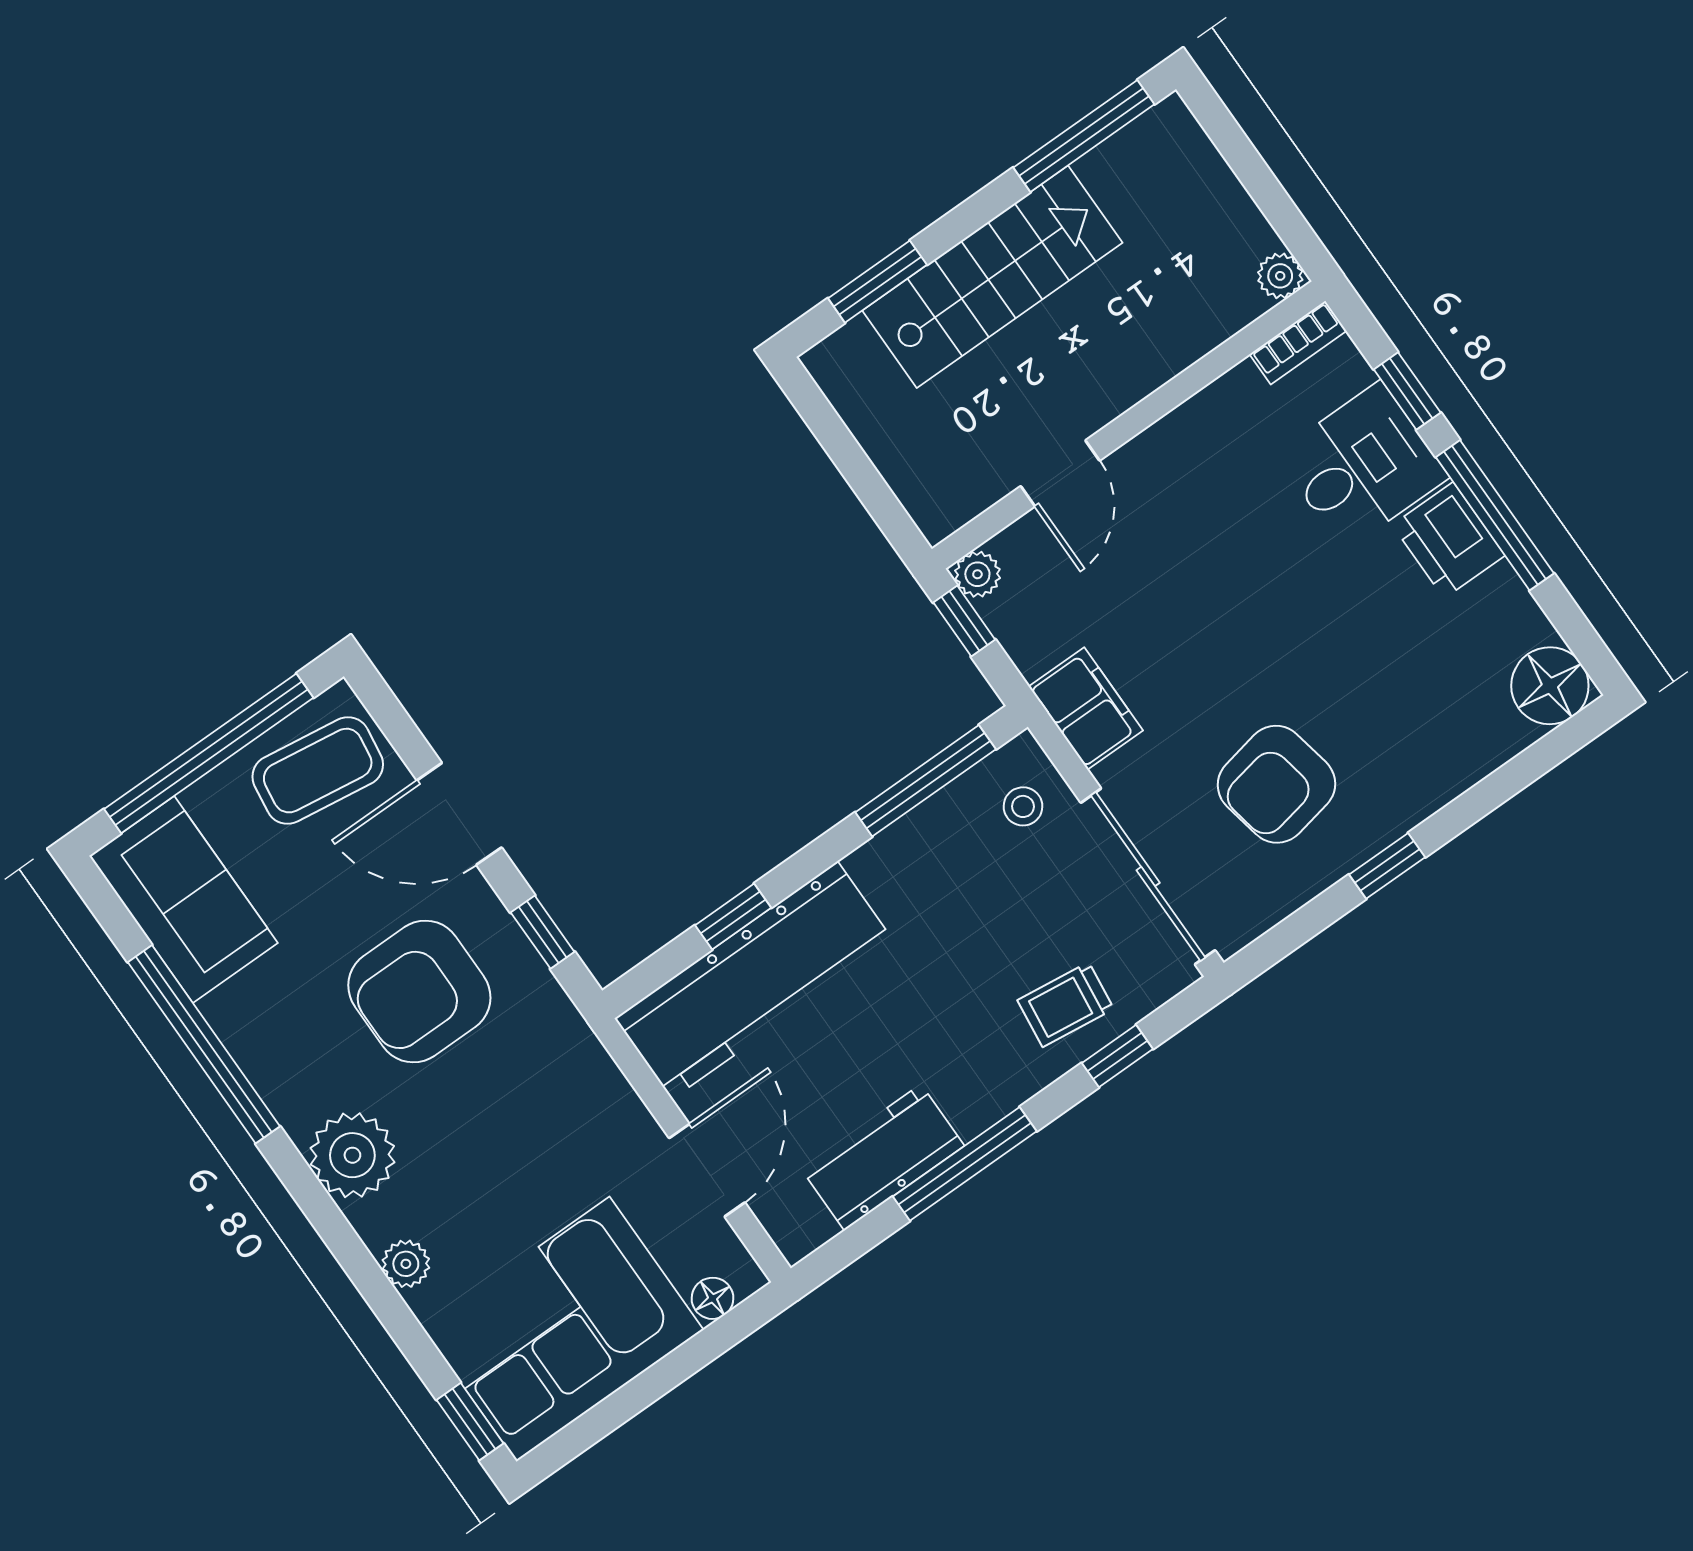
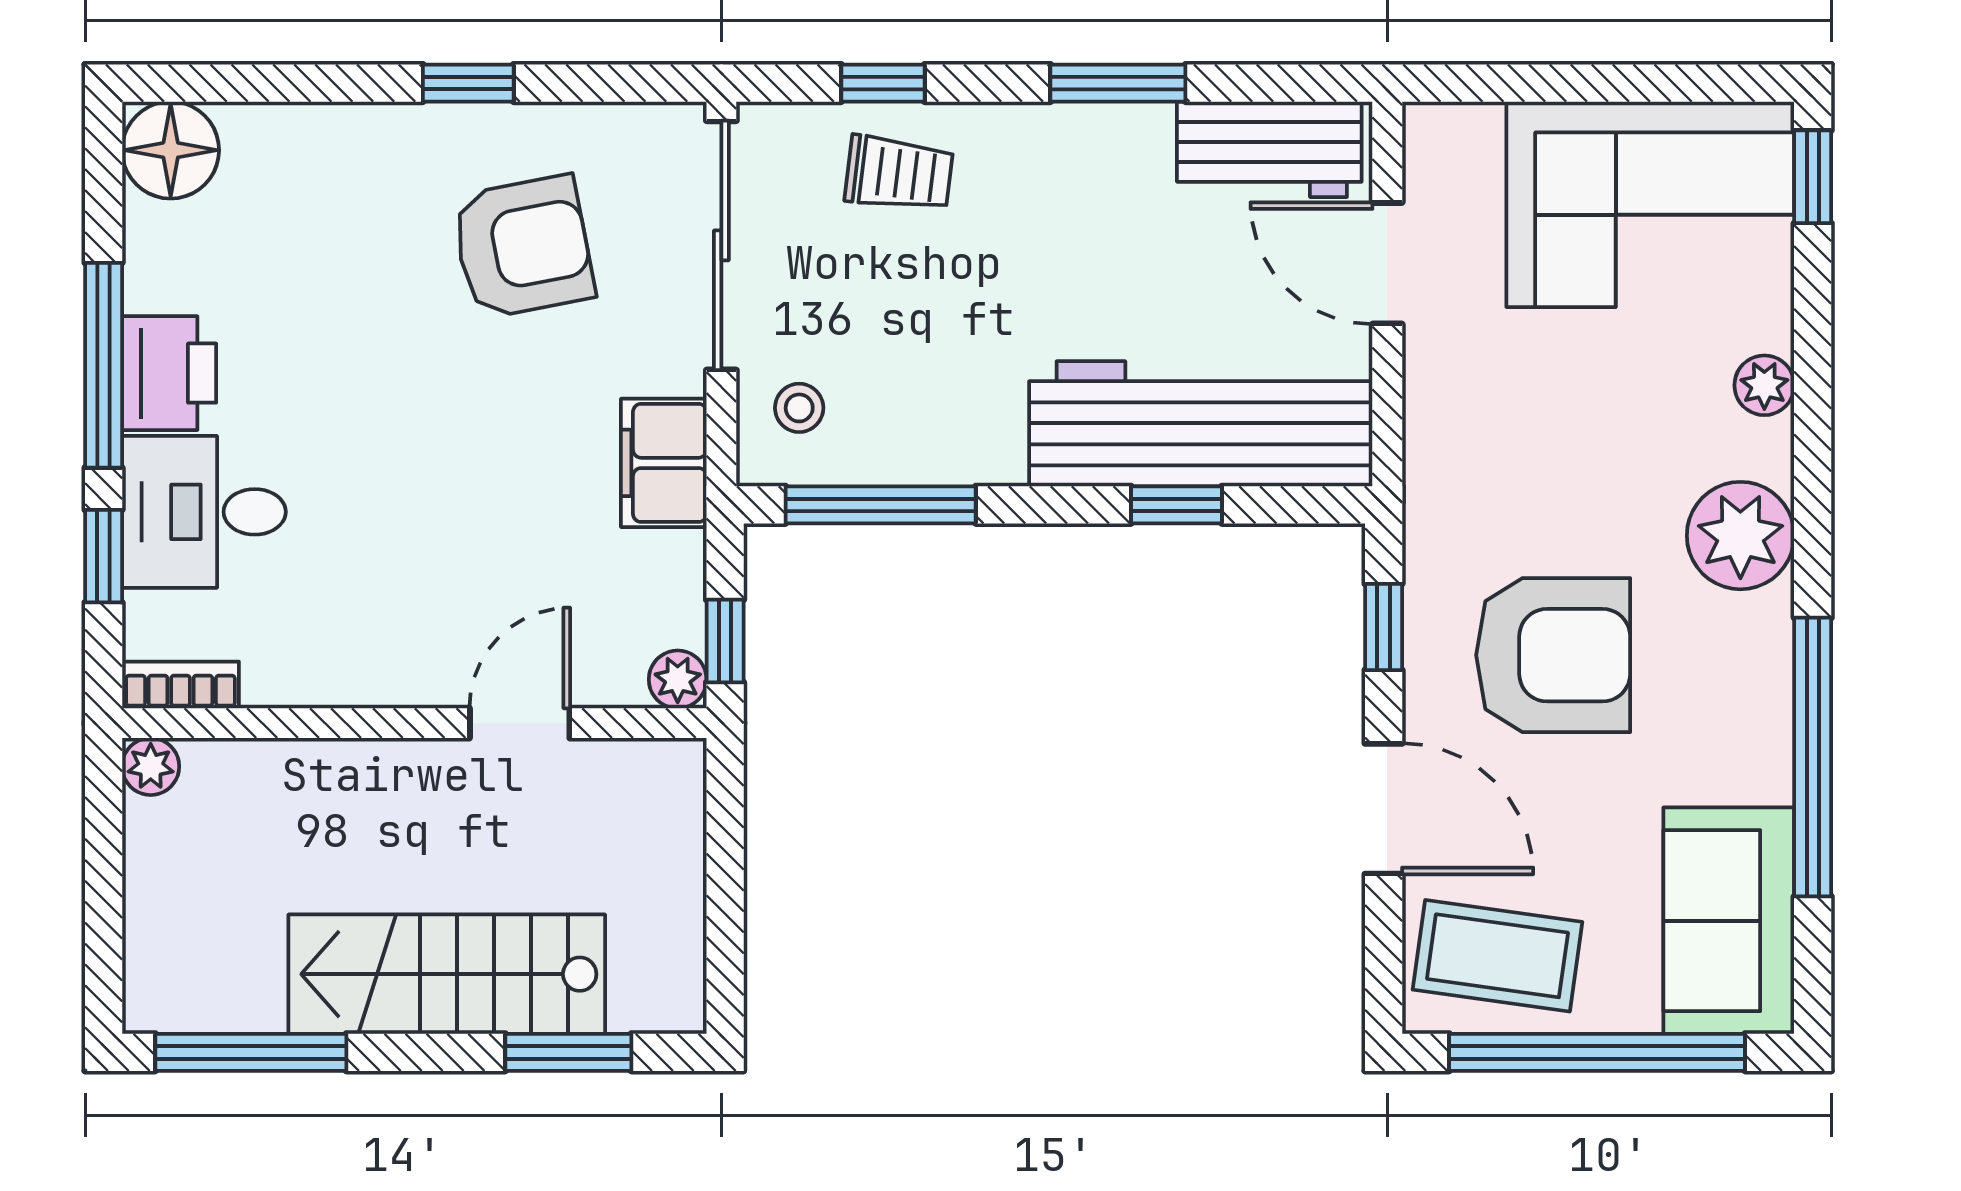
workbench: (883, 1157) -> (1269, 149), moved
window: (965, 1164) -> (1118, 83), width x0.69
door: (707, 1170) -> (1387, 263), hinge flipped
floor lamp: (713, 1298) -> (1474, 128), removed

